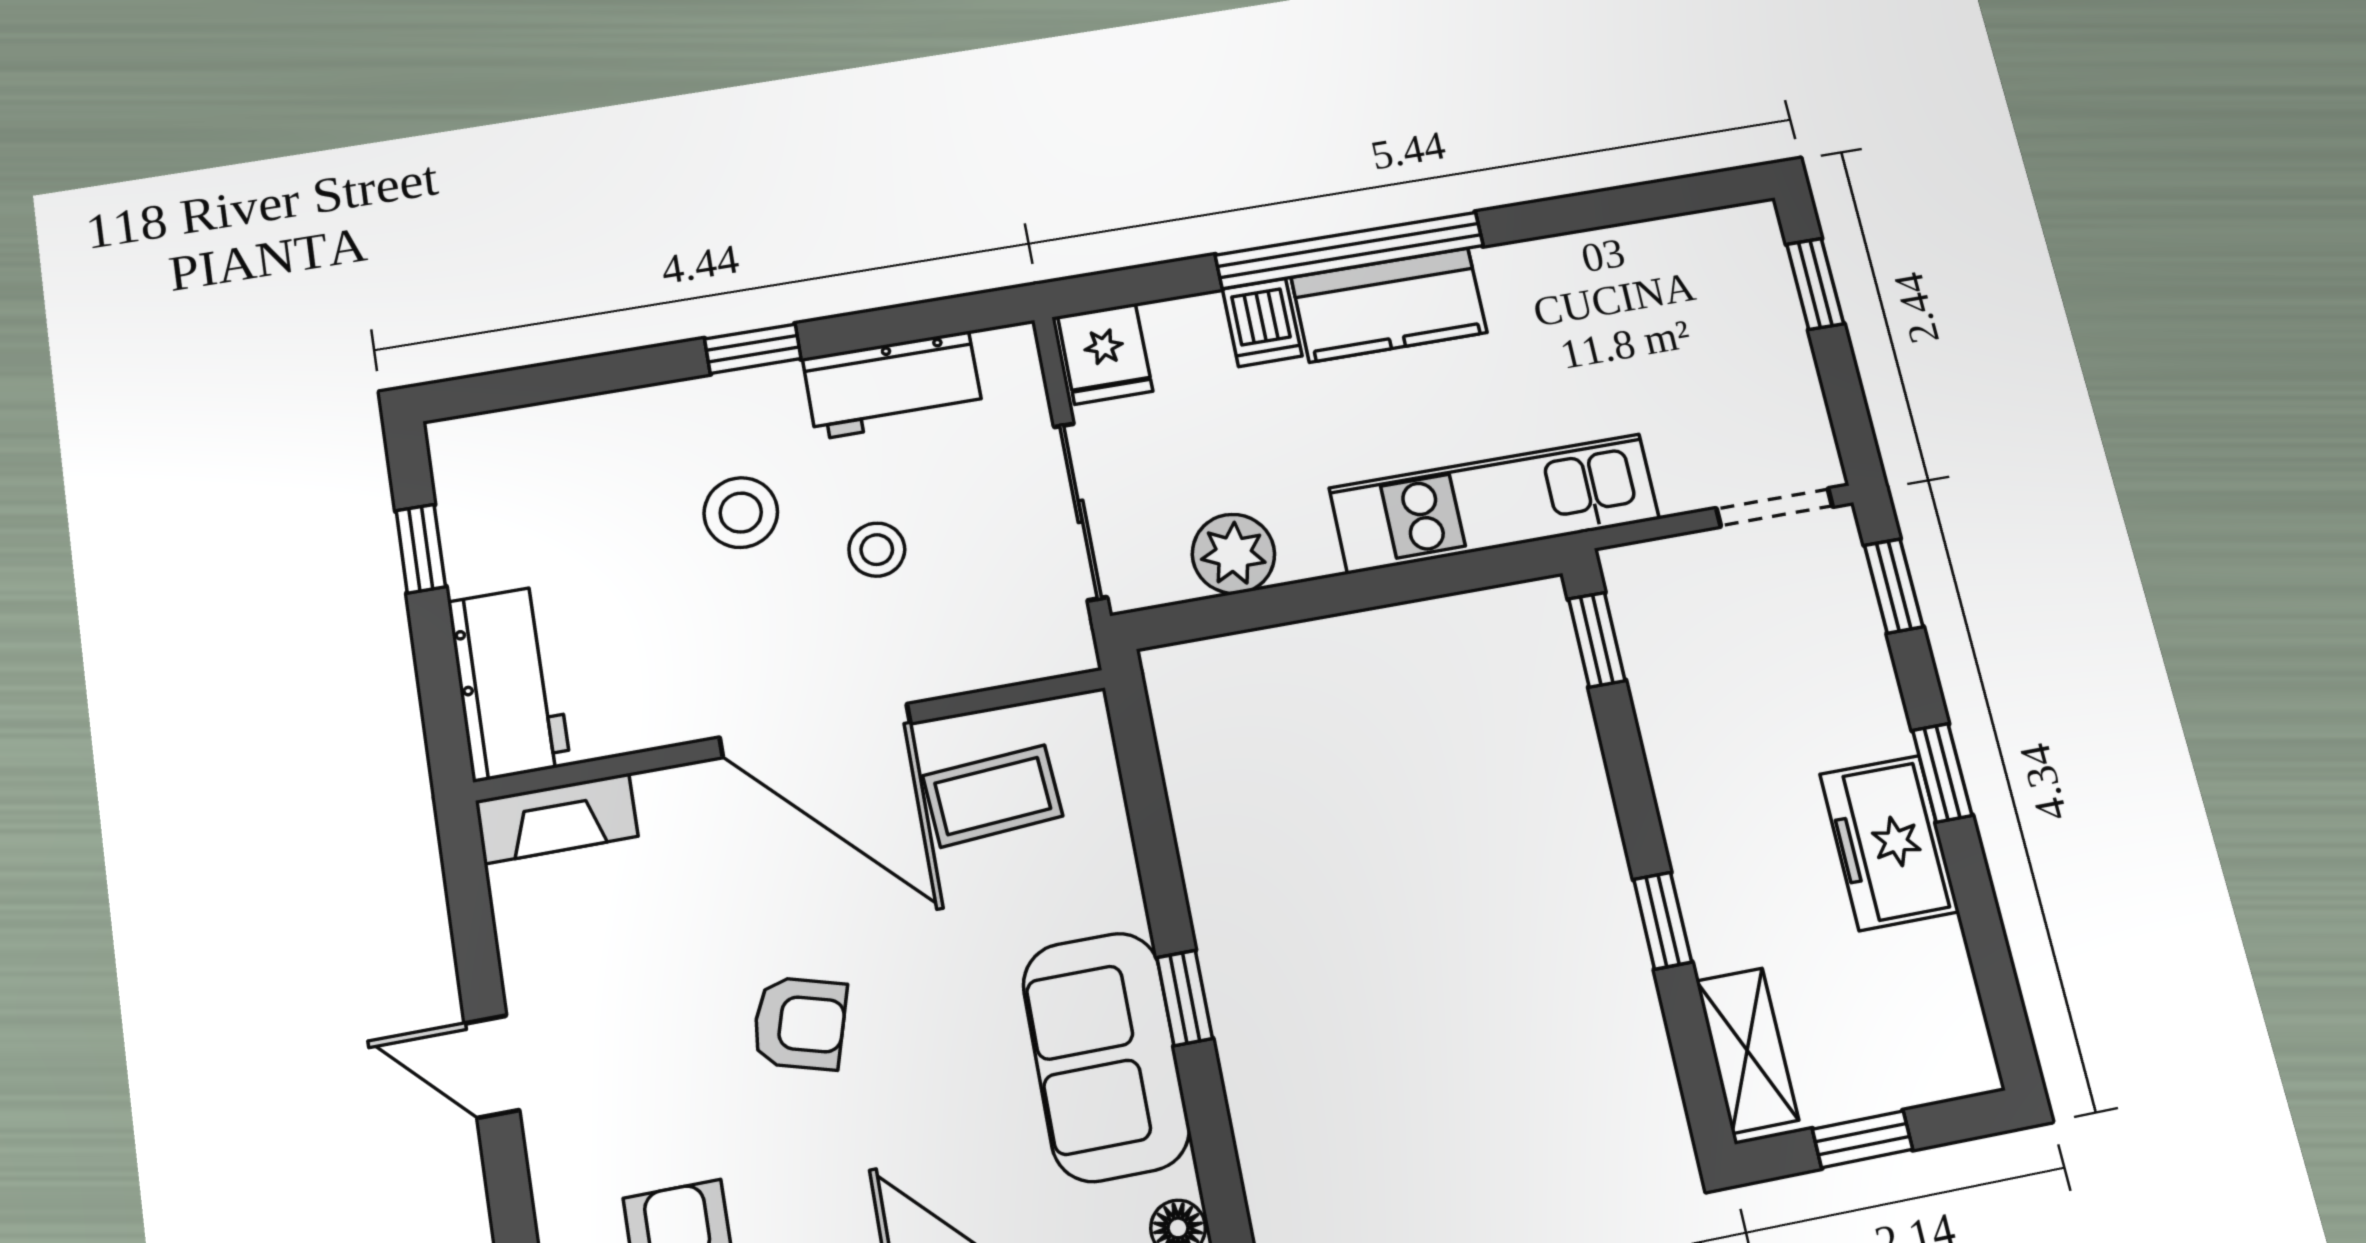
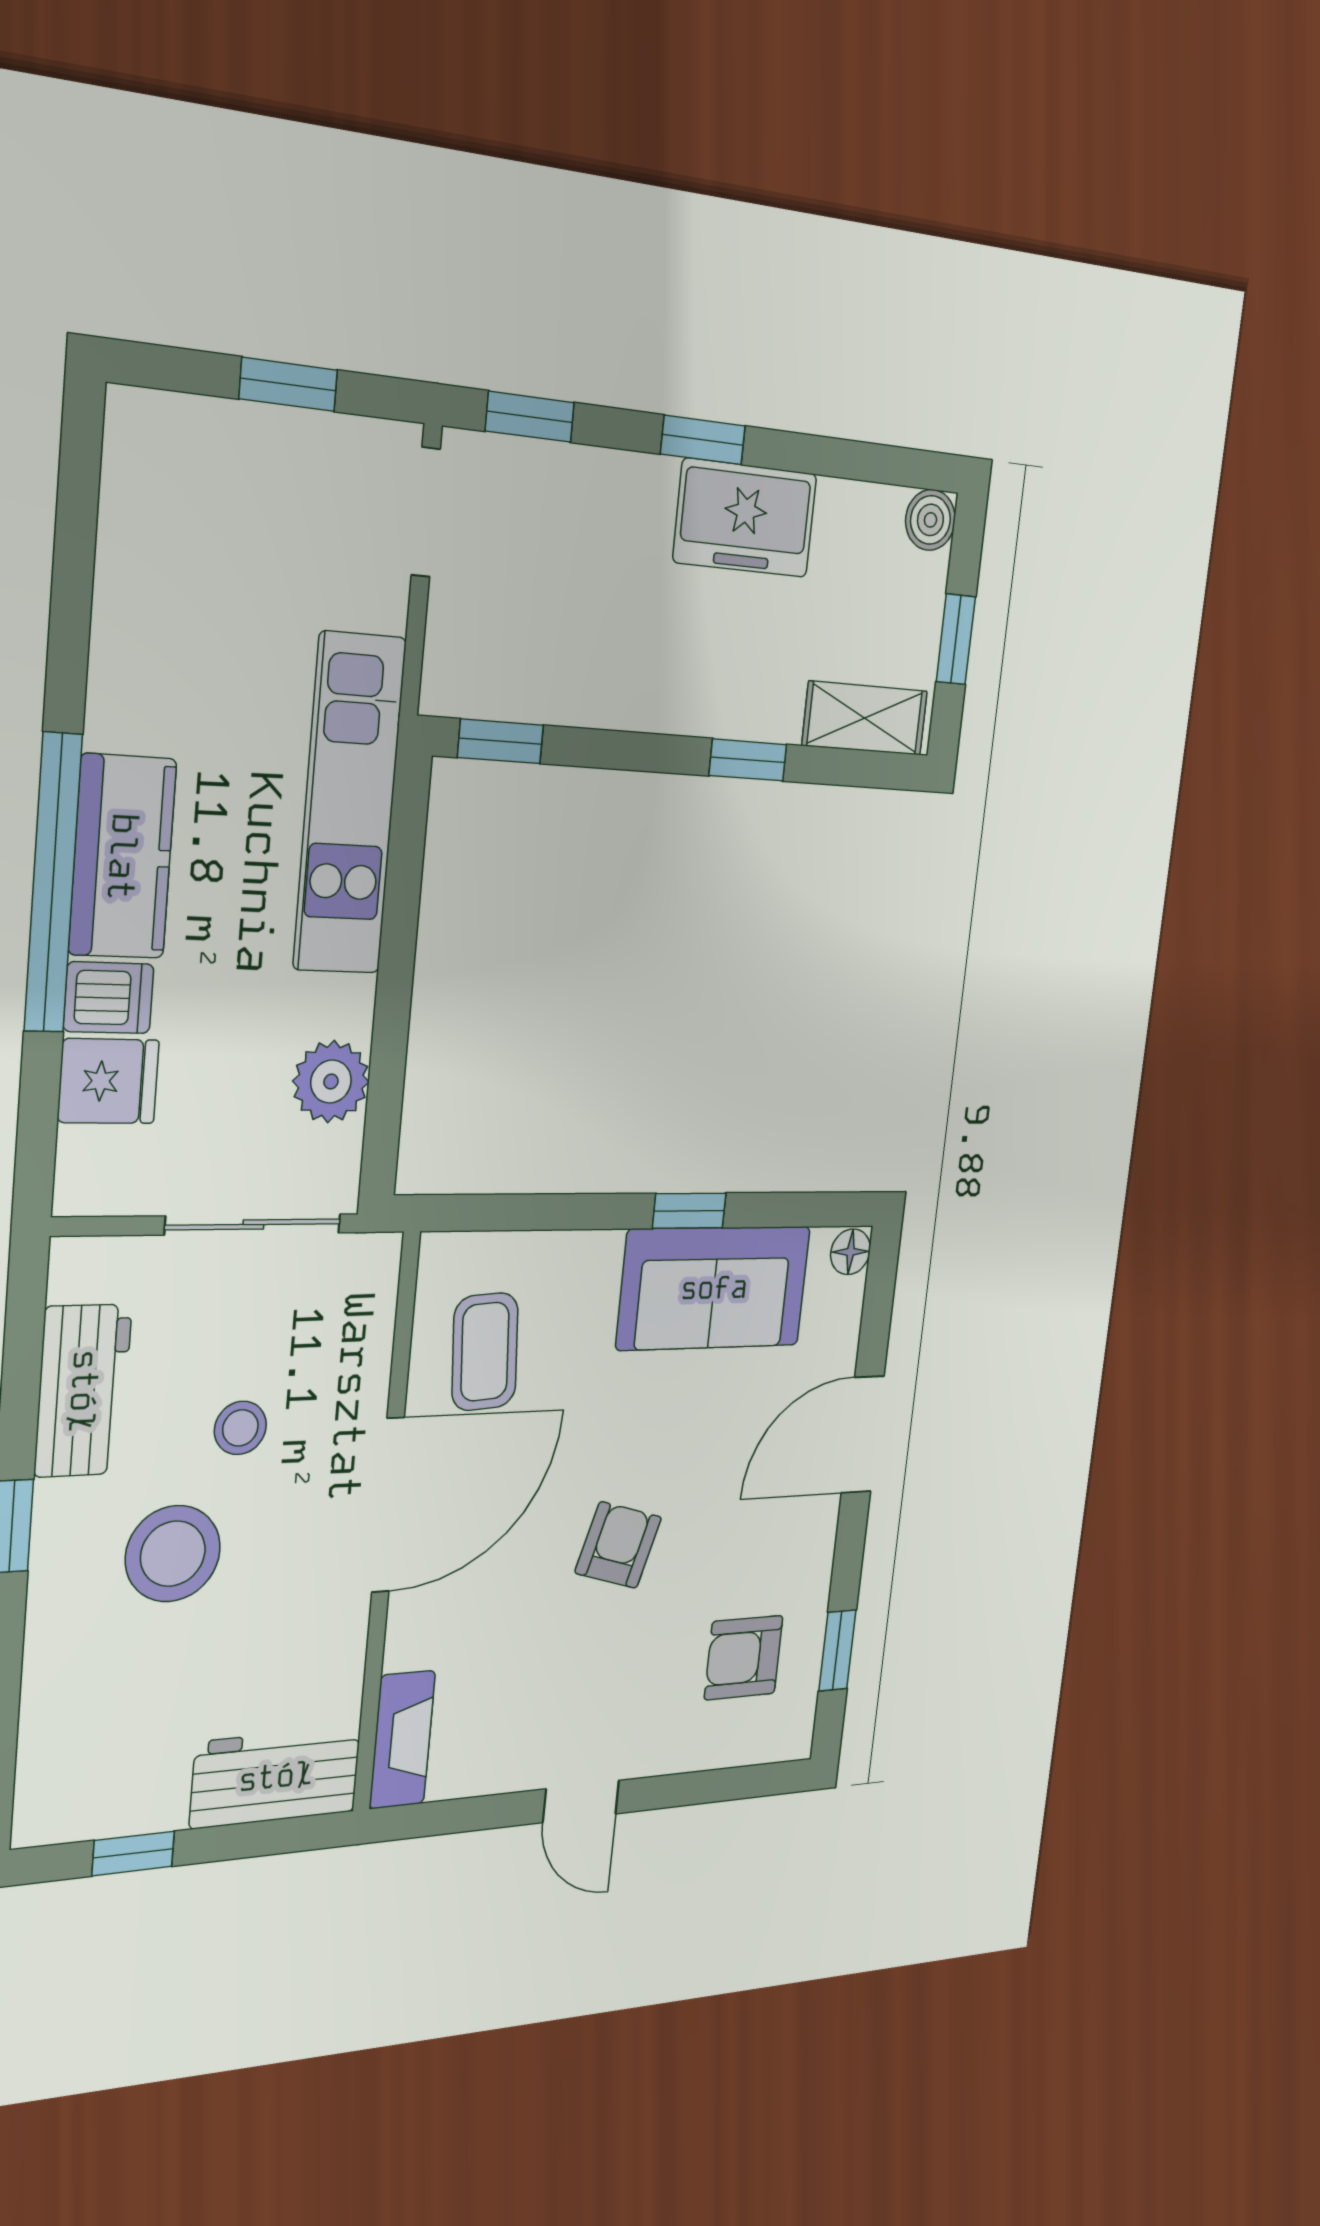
window: (1815, 284) -> (288, 384), moved
fridge: (1105, 354) -> (108, 1081), moved
stool: (741, 513) -> (173, 1554), width x1.38, depth x1.38
boiler: (1967, 1065) -> (930, 520), added
door: (492, 1067) -> (581, 1801), hinge flipped

